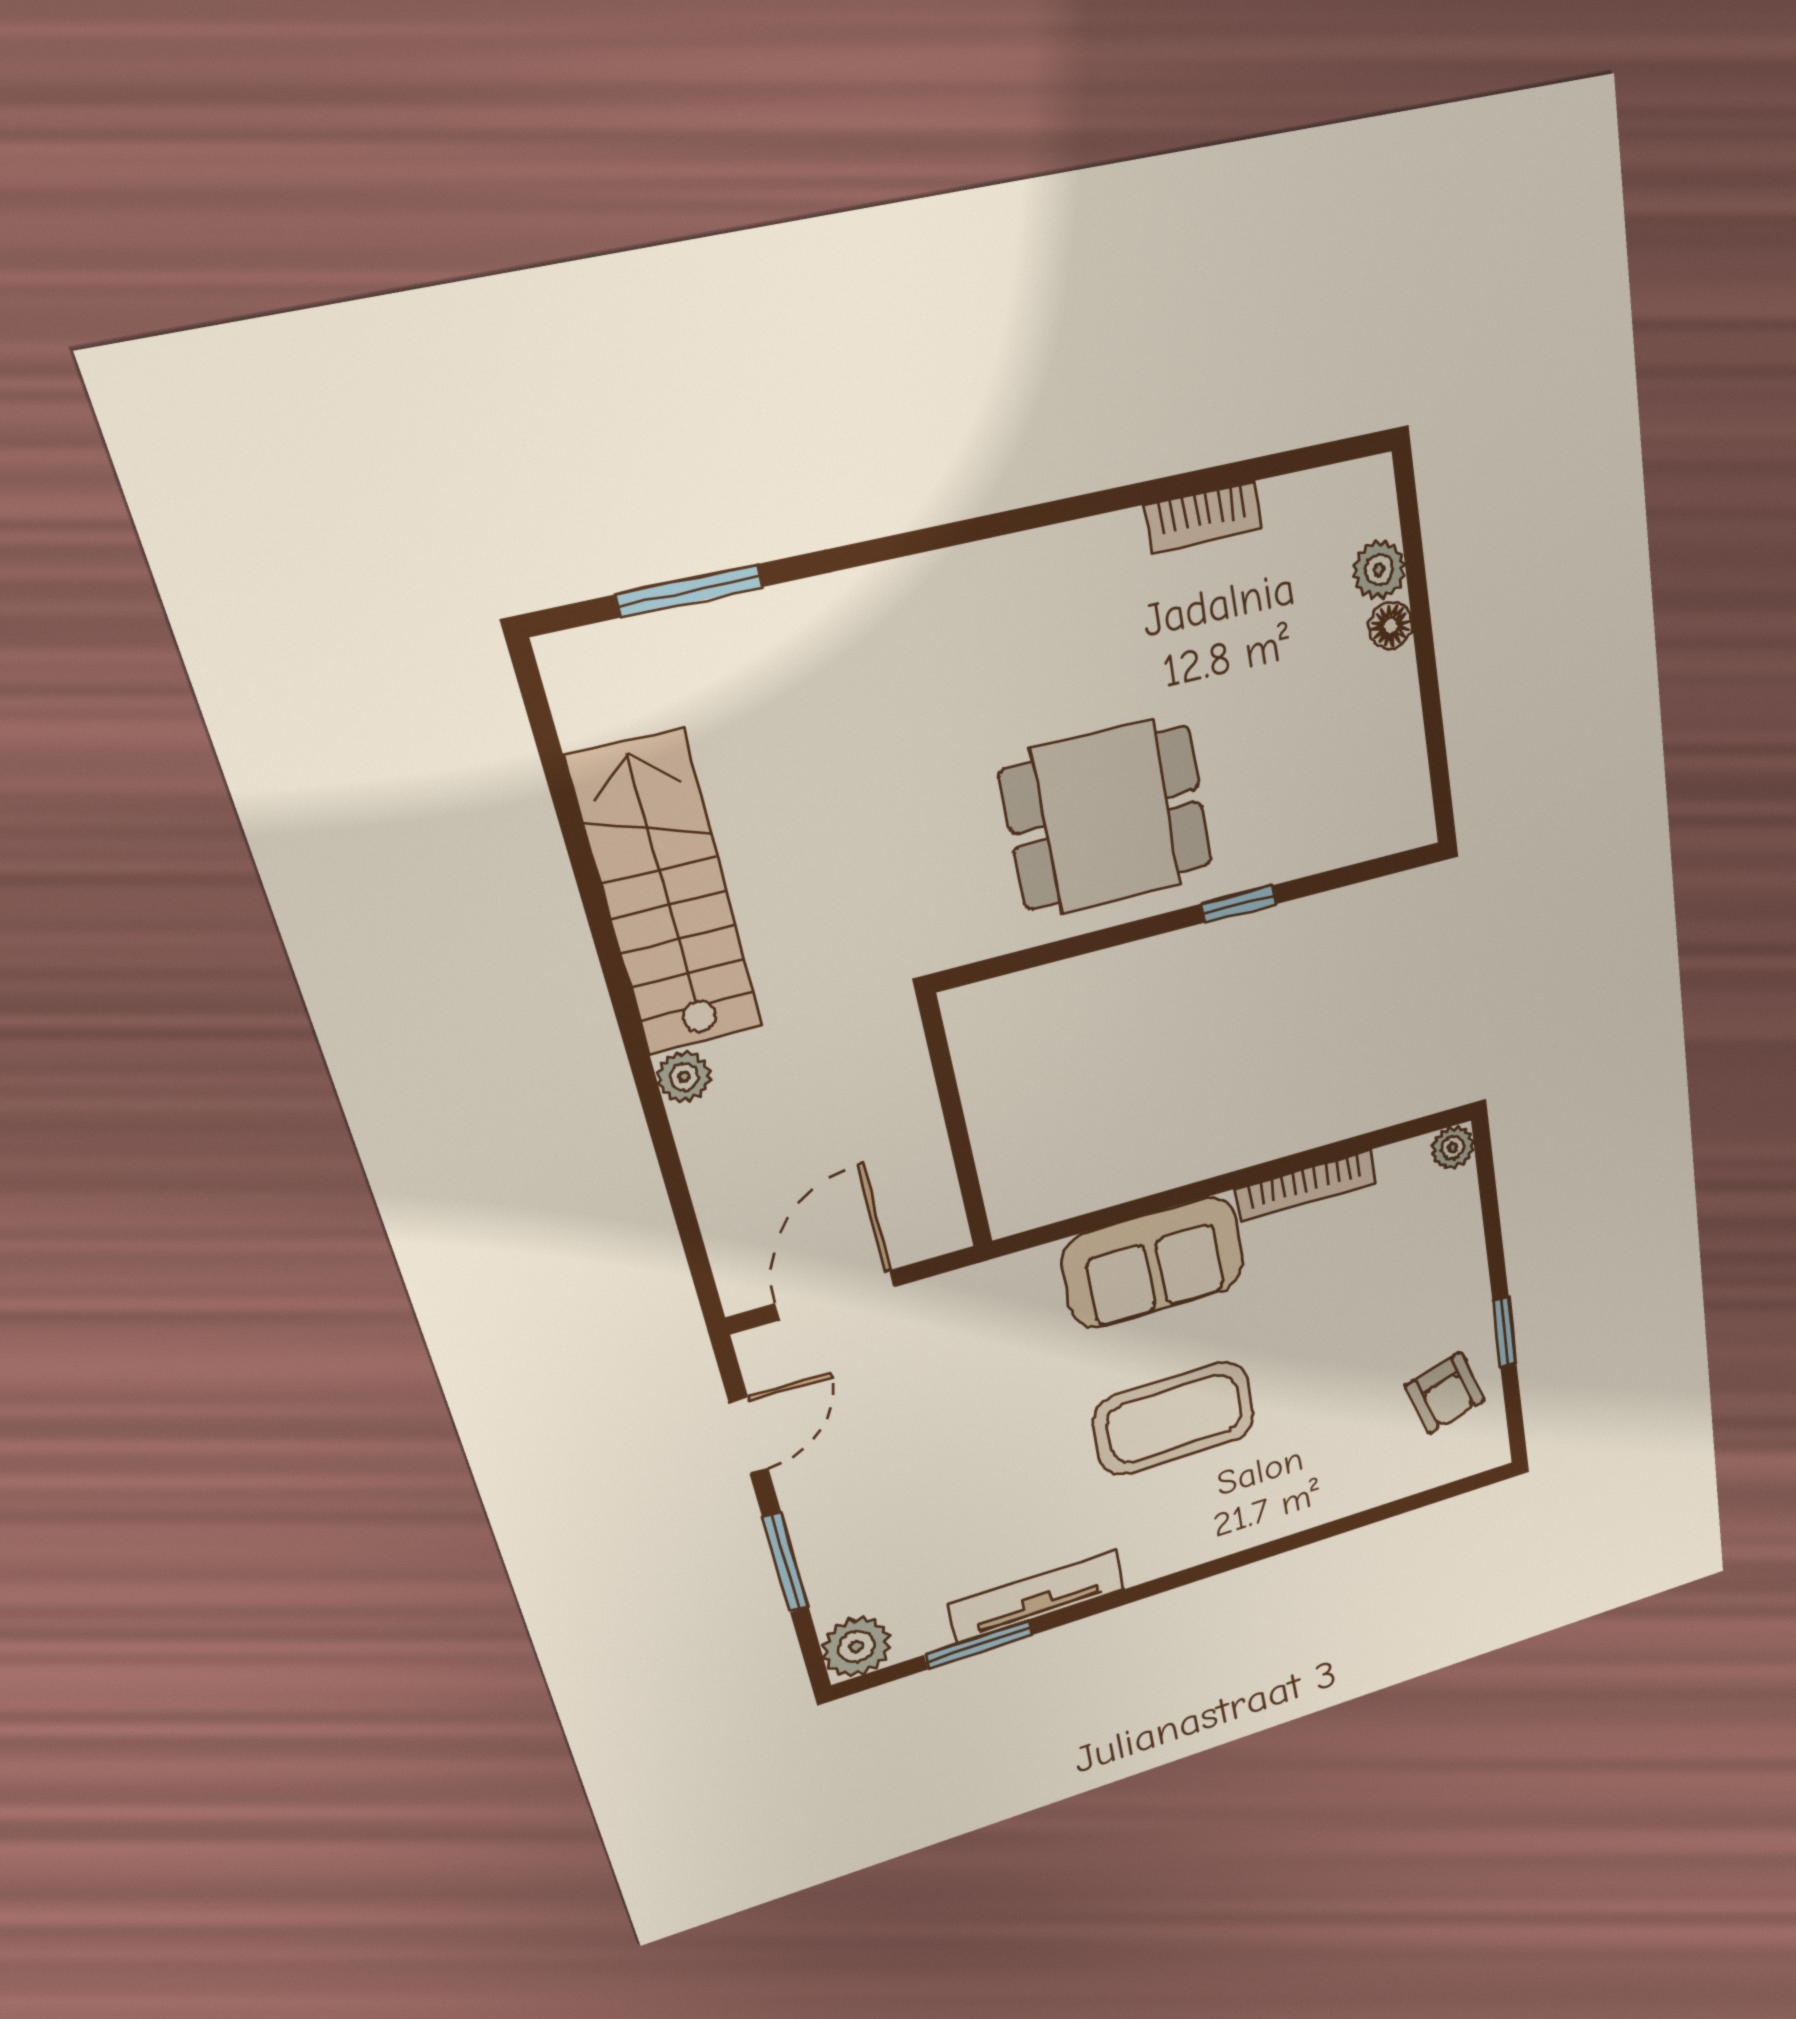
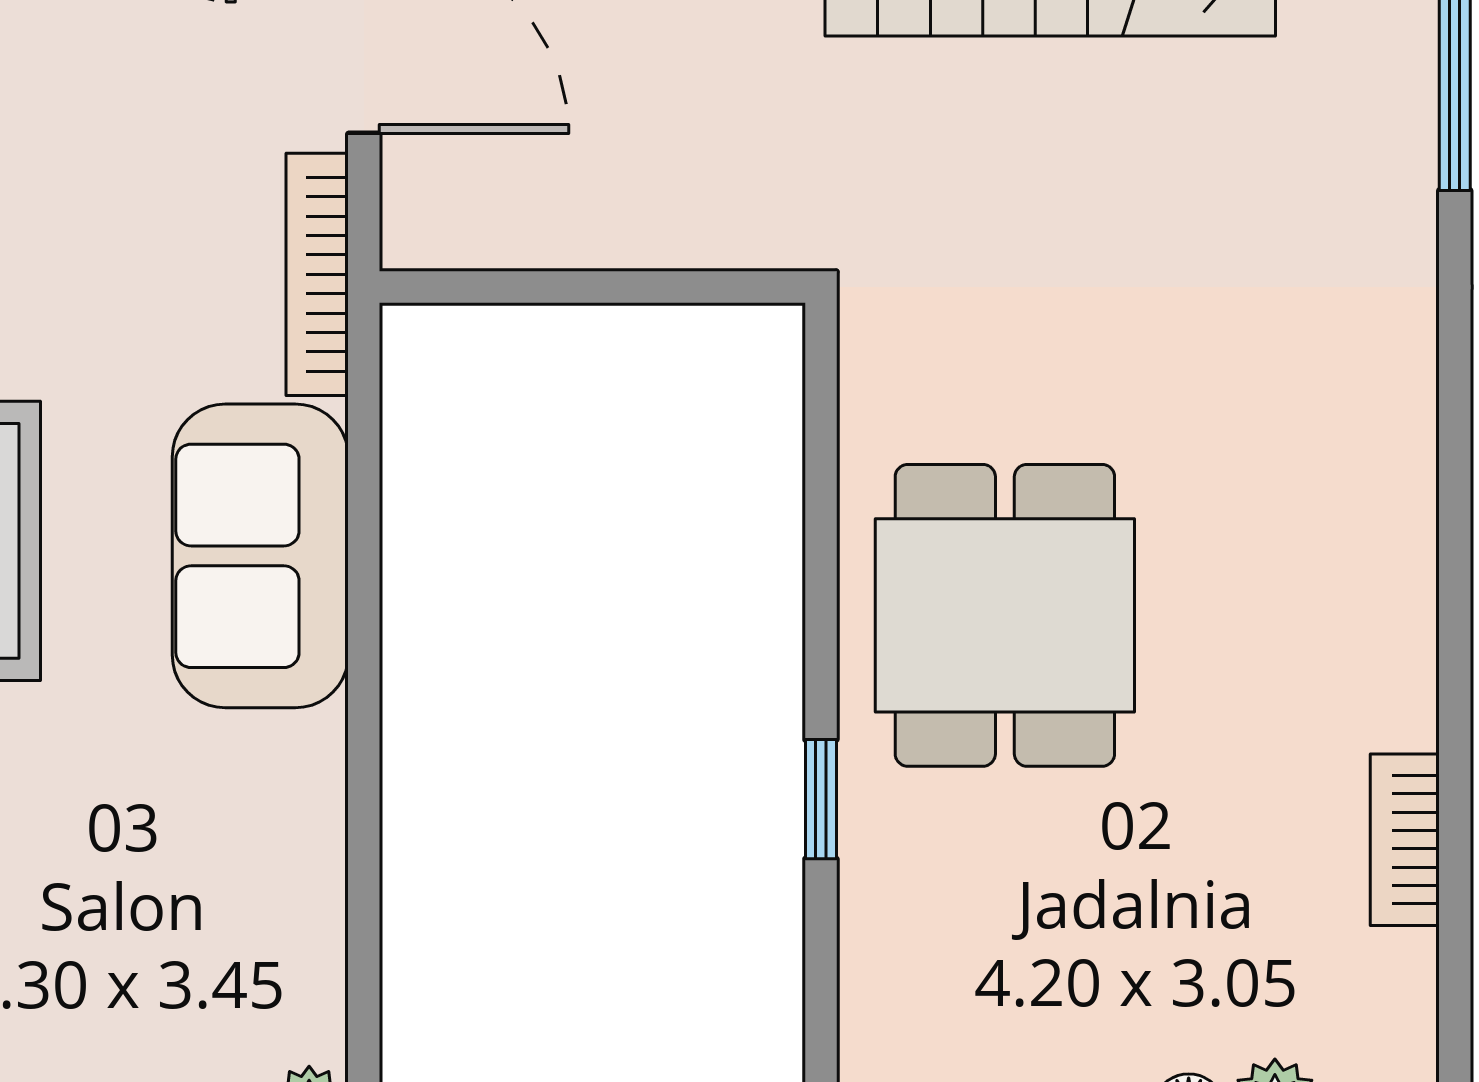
bookcase: (1306, 1186) -> (317, 274), moved

